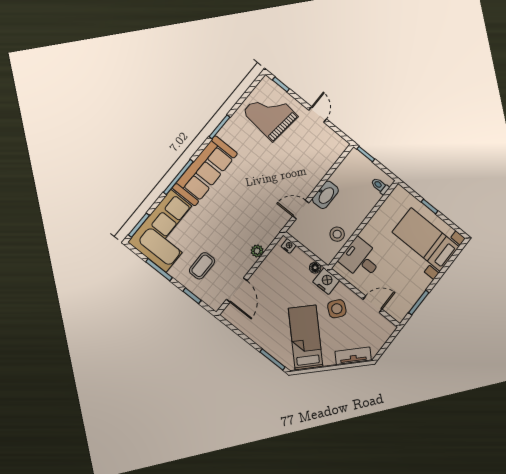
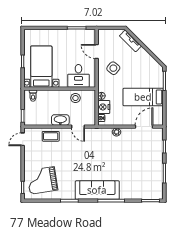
grand piano: (270, 114) -> (42, 180), turned 75
door: (318, 115) -> (23, 139), moved
corner sofa: (168, 231) -> (142, 184), removed
bed with nightstands: (426, 239) -> (41, 67), moved, turned 180
coffee table: (202, 266) -> (51, 136), moved
nightstand: (326, 281) -> (104, 107), moved
bed: (306, 337) -> (143, 97), moved, turned 45

